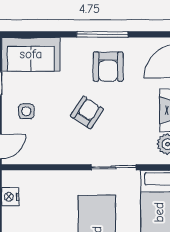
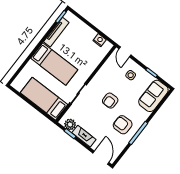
armchair: (87, 112) -> (110, 101), turned 57

